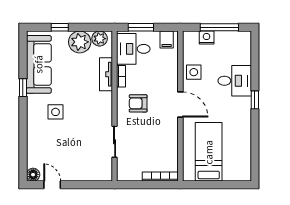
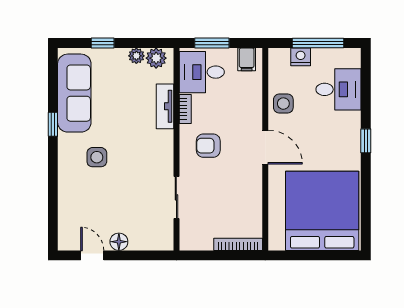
plant: (80, 42) -> (136, 56), width x0.53, depth x0.53
desk: (235, 81) -> (338, 89), moved
bed: (209, 152) -> (322, 211), width x2.04
floor lamp: (33, 175) -> (119, 242), moved

